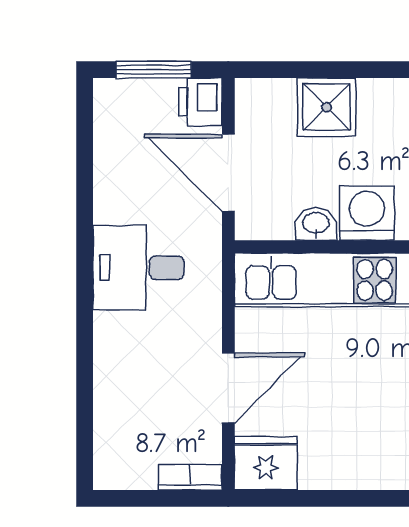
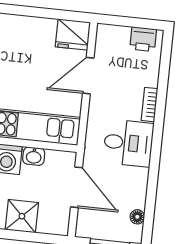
printer: (200, 102) -> (143, 39), moved, turned 90
floor lamp: (107, 129) -> (137, 217), added
bookcase: (190, 477) -> (150, 105), moved, turned 90

